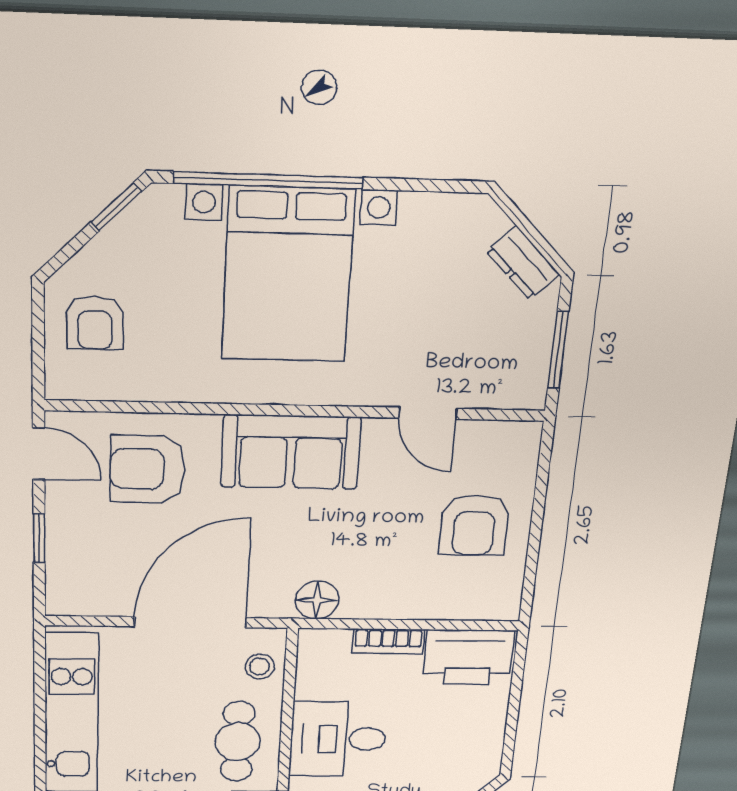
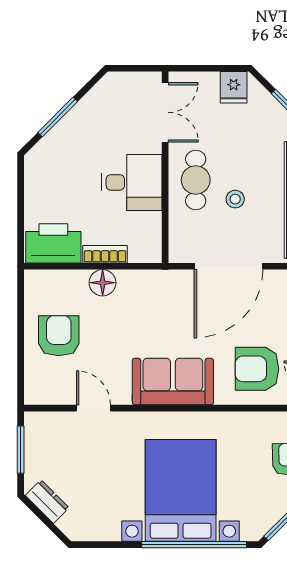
armchair: (148, 469) -> (257, 369), turned 180
floor lamp: (317, 600) -> (103, 283), moved
stool: (260, 666) -> (235, 199), moved

